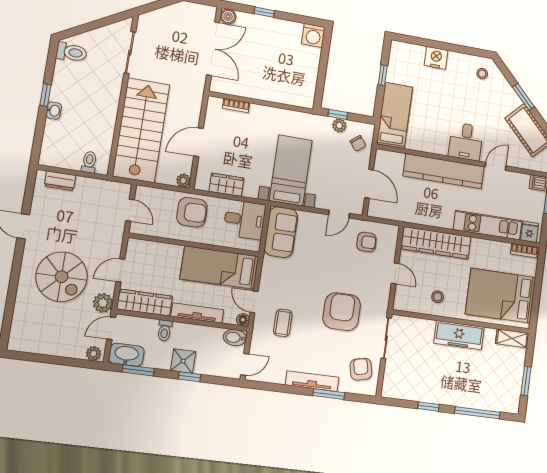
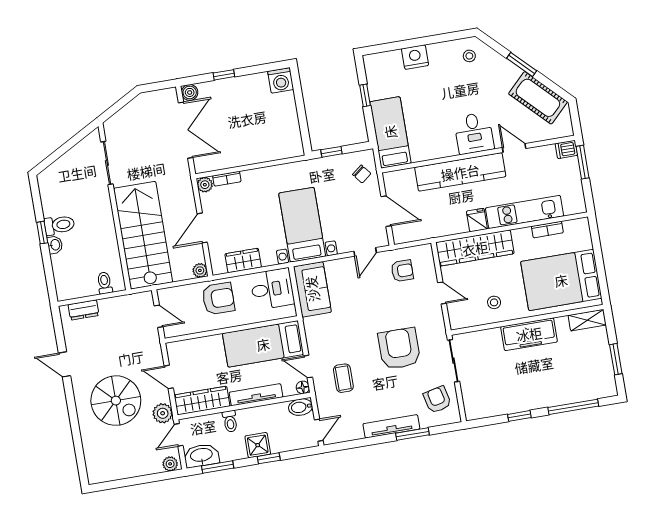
toilet: (71, 52) -> (59, 225), moved
plant: (339, 125) -> (205, 185), moved
door: (496, 166) -> (514, 148), hinge flipped
fridge: (530, 232) -> (477, 220), moved
bookcase: (524, 251) -> (547, 230), moved
door: (120, 270) -> (169, 377), hinge flipped

